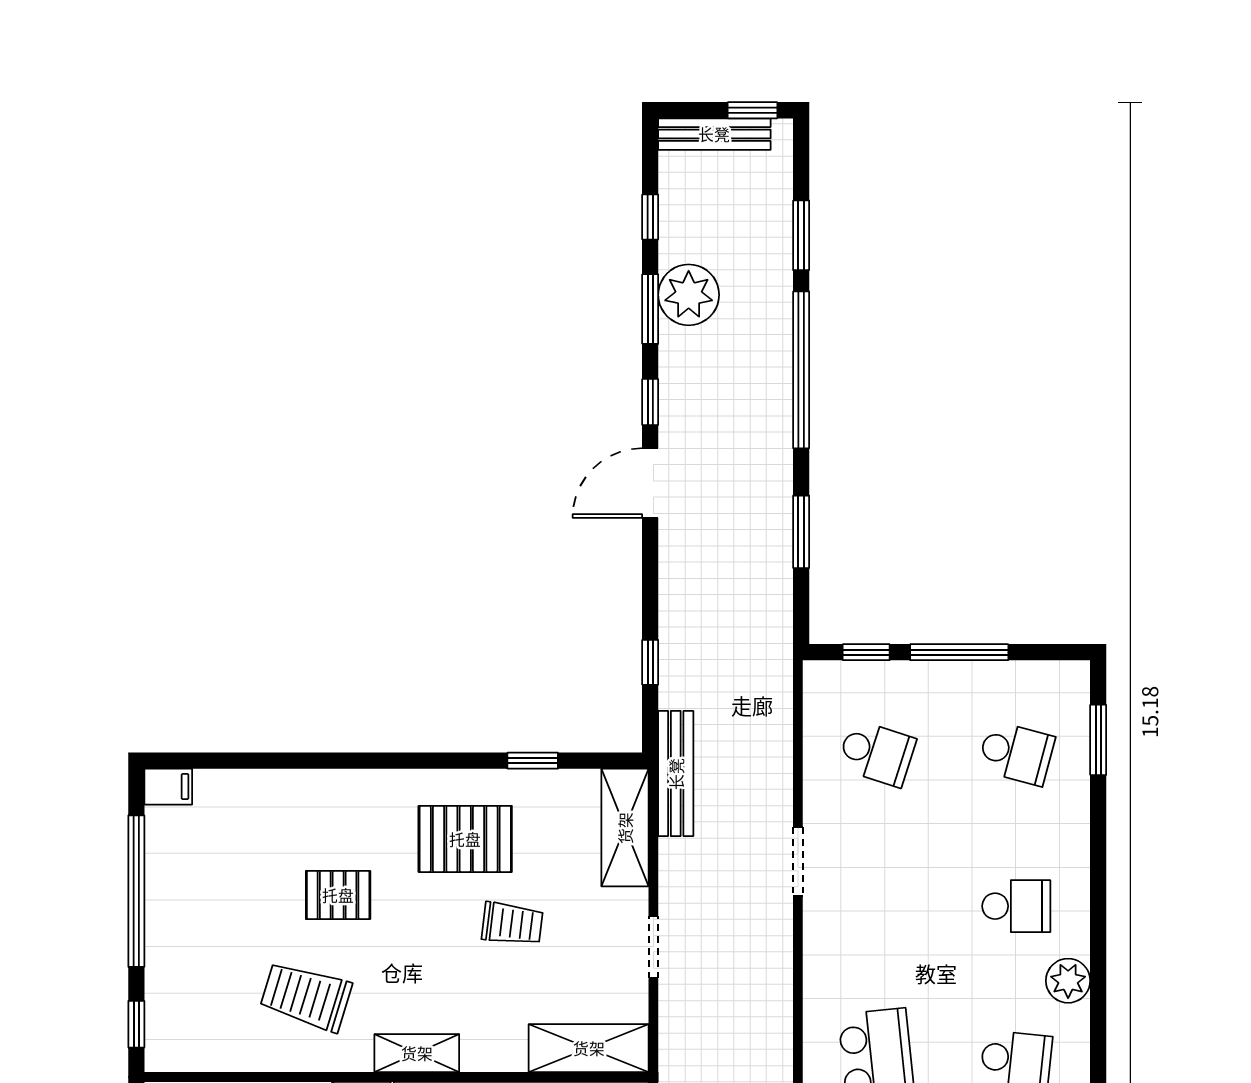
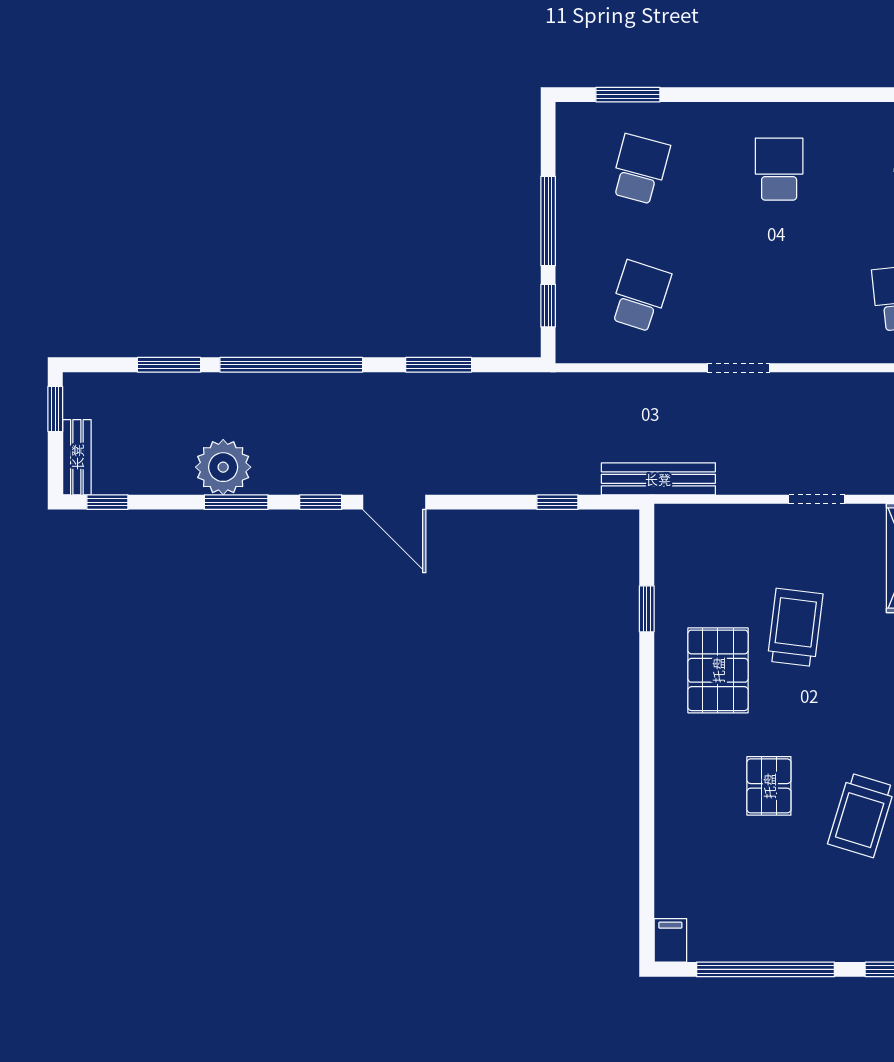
bench: (714, 134) -> (77, 457), width x0.73
window: (650, 217) -> (107, 502), moved
shelving: (625, 828) -> (708, 525), removed
trolley: (512, 924) -> (795, 627), width x1.36, depth x1.39
plant: (1068, 981) -> (847, 122), removed

